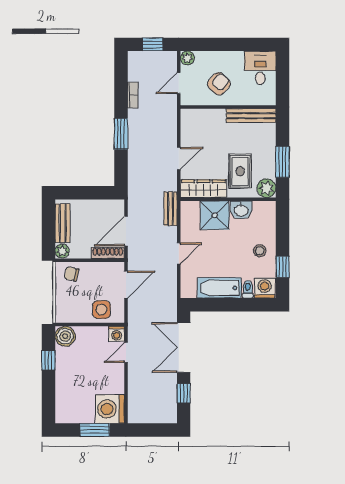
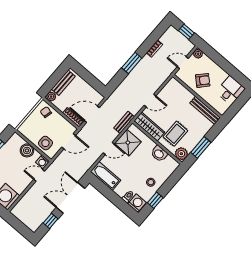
shower: (215, 215) -> (128, 143), moved
bathtub: (219, 288) -> (106, 176), moved
boiler: (65, 336) -> (27, 150), moved

